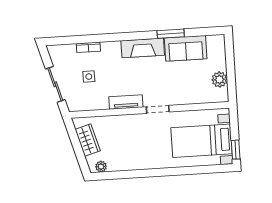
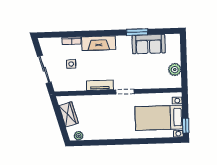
fireplace: (143, 48) -> (99, 43), moved

